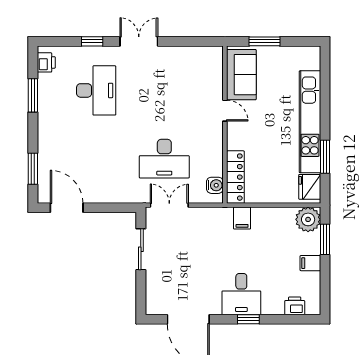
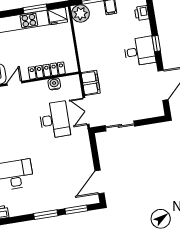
window: (33, 95) -> (46, 215), moved
locker: (235, 177) -> (47, 71), moved
water cooler: (215, 185) -> (54, 84), moved
filing cabinet: (242, 218) -> (91, 83), moved, width x2.00

